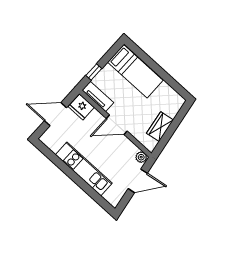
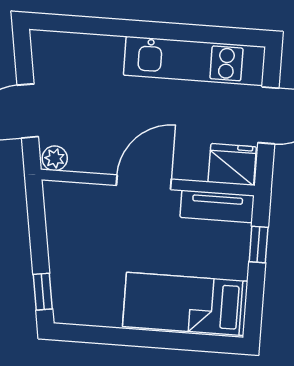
window: (181, 114) -> (43, 292), added
wardrobe: (160, 127) -> (64, 239), removed
kitchen unit: (84, 169) -> (194, 61), moved

